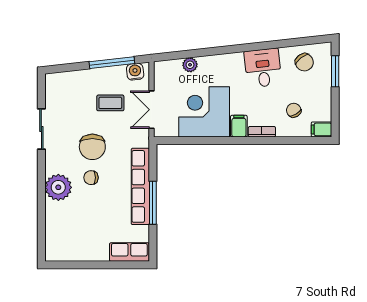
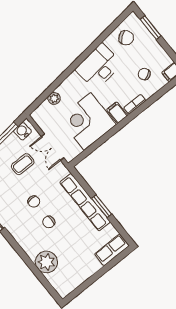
desk: (263, 68) -> (99, 67), width x1.37
chair: (92, 147) -> (34, 202), width x0.54, depth x0.54
plant: (58, 187) -> (46, 262), moved
window: (153, 203) -> (101, 206), width x0.69

